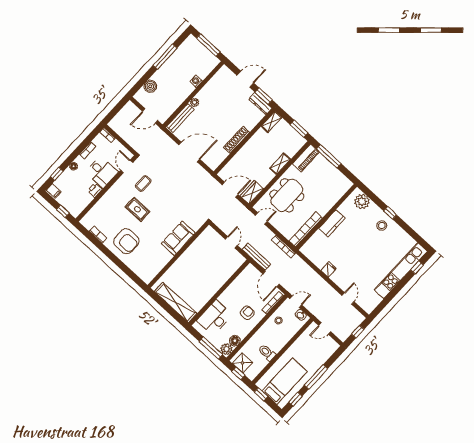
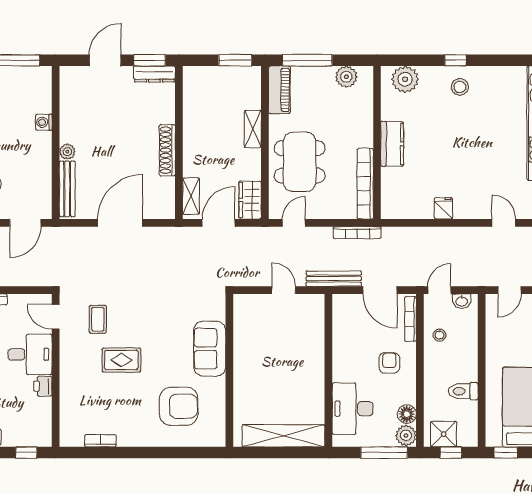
shelving: (272, 122) -> (191, 196), moved
plant: (339, 178) -> (346, 77), added
armchair: (126, 241) -> (179, 406), moved

